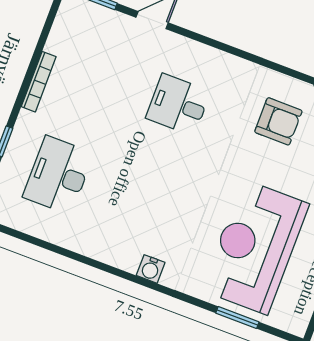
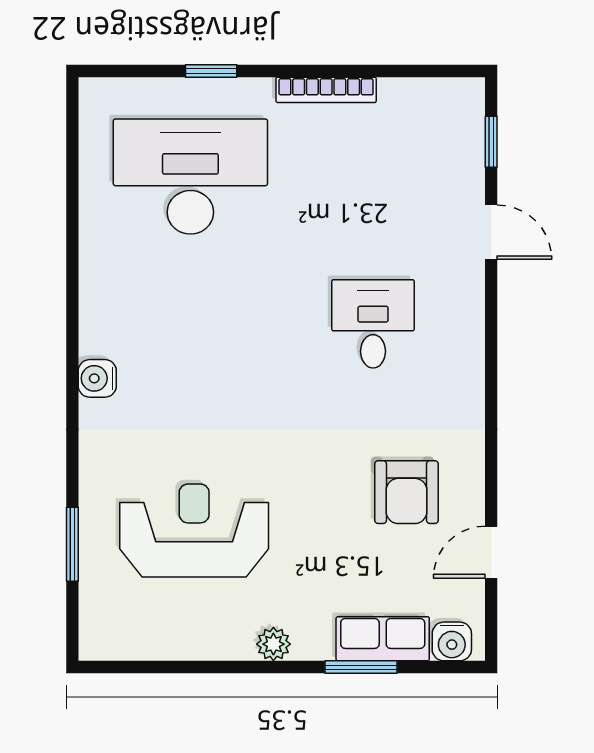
desk: (58, 175) -> (190, 177), width x1.36, depth x1.30
reception desk: (255, 247) -> (194, 530), width x0.74, depth x0.77

